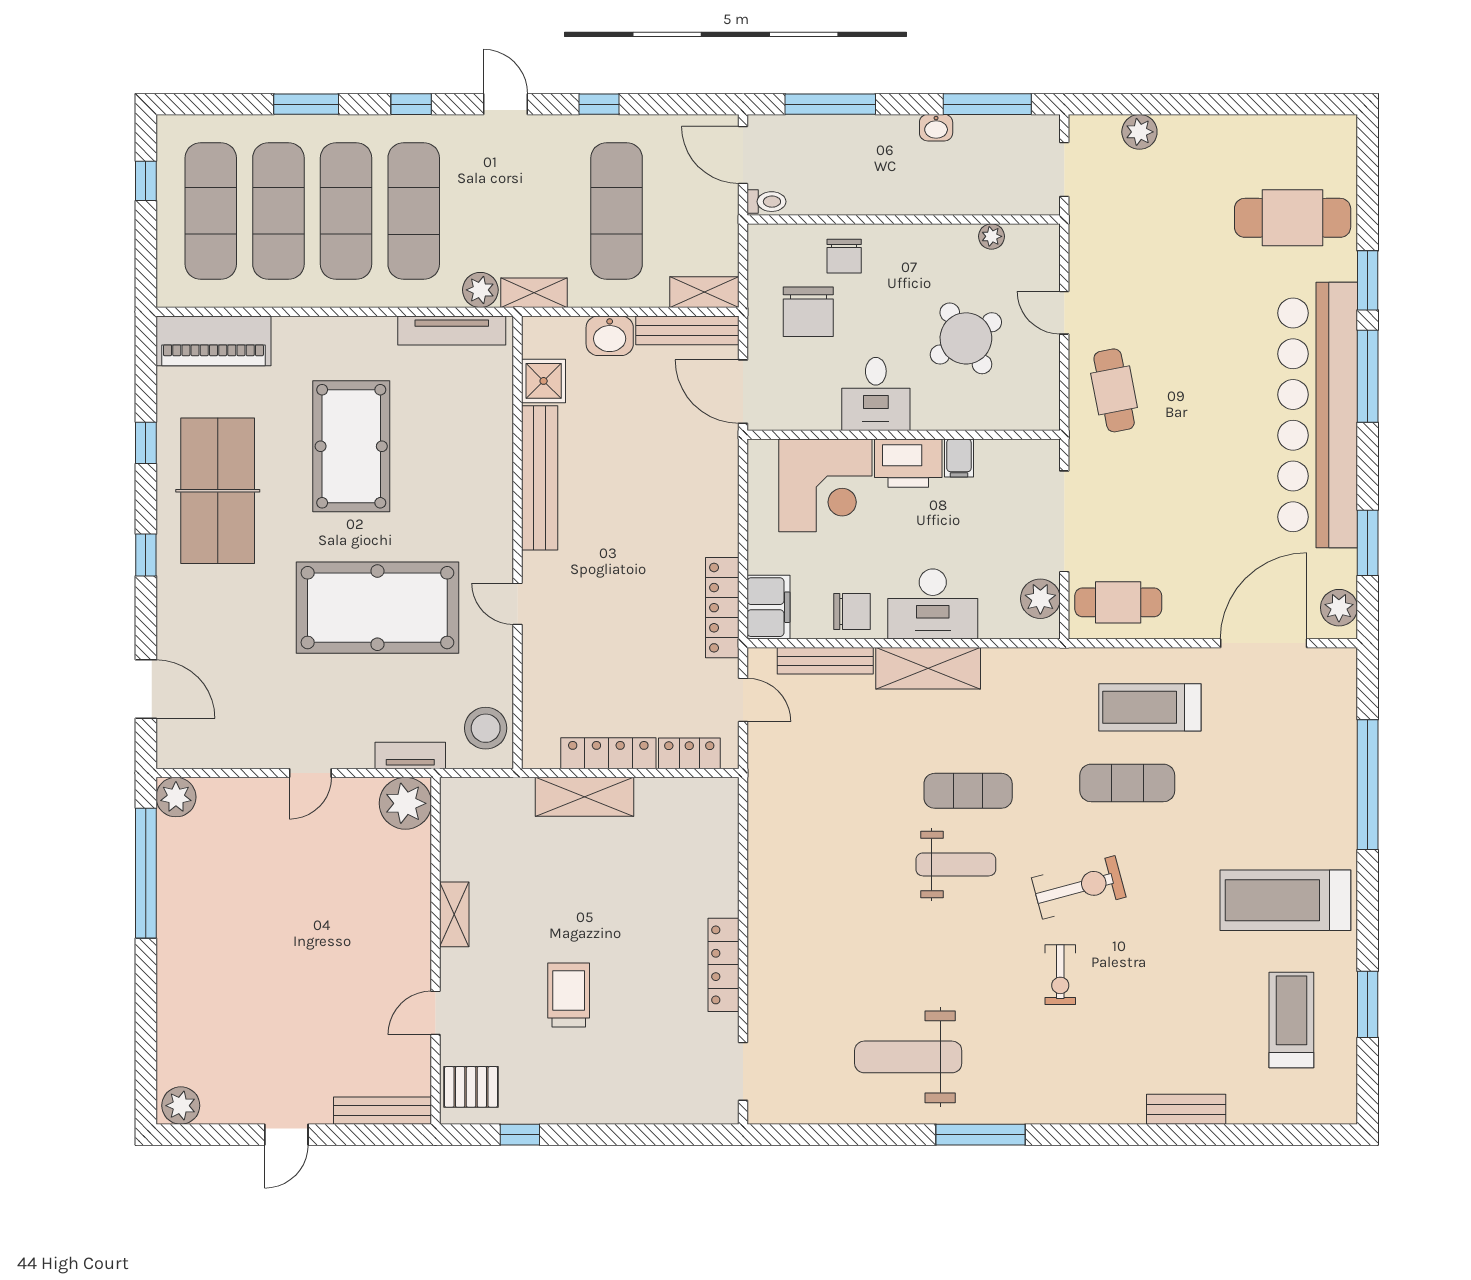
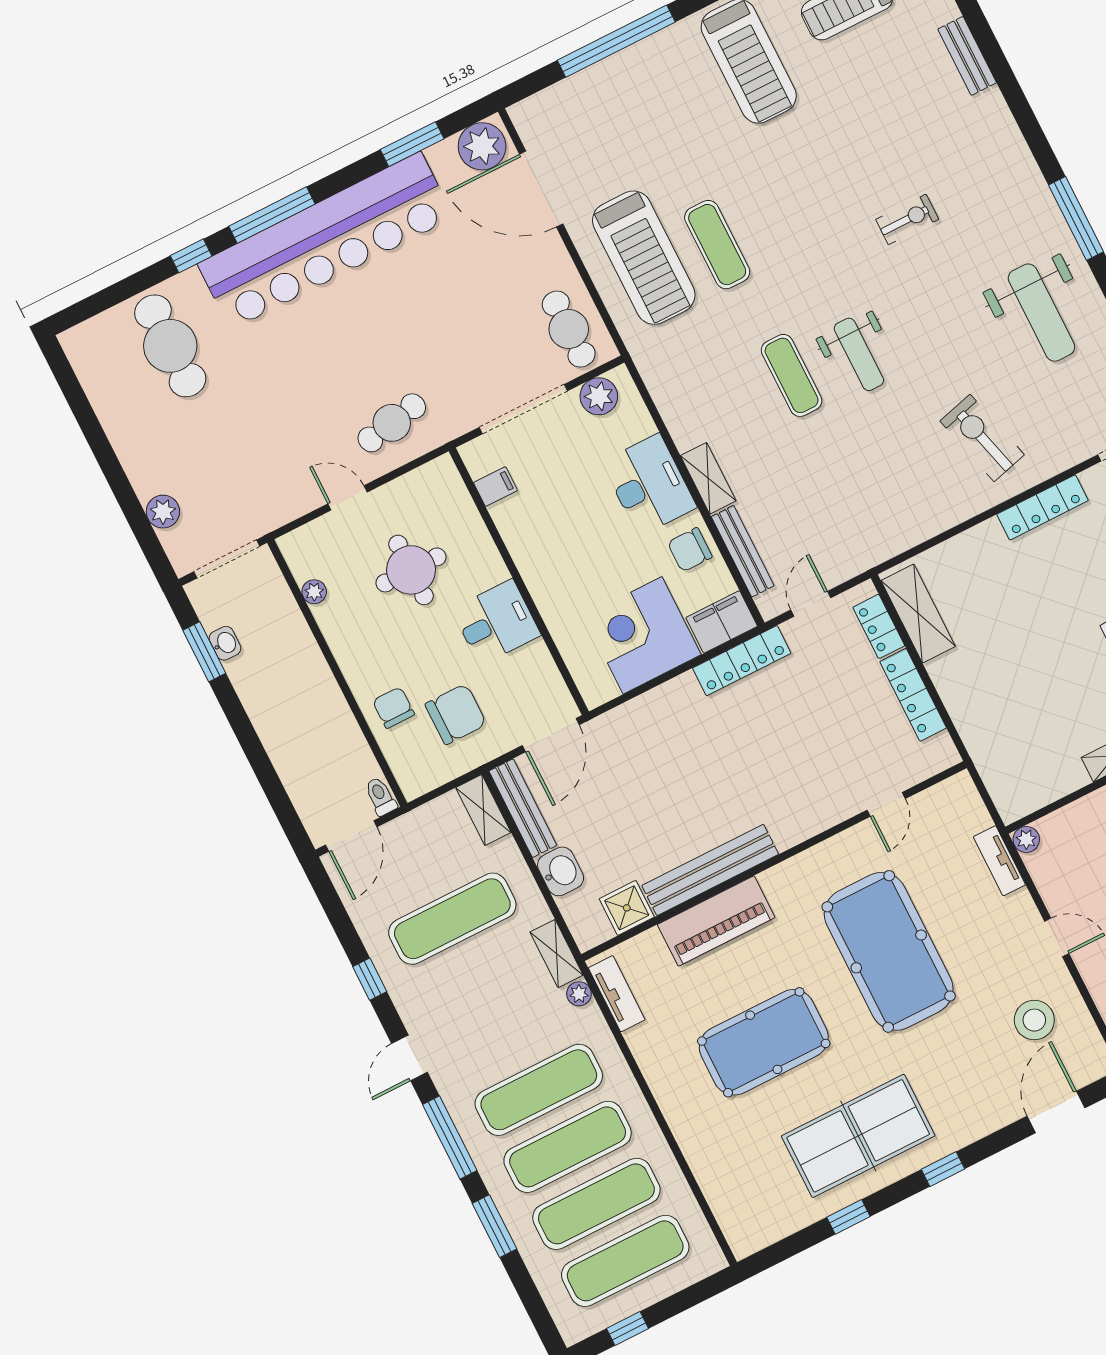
window: (411, 104) -> (450, 1137), width x2.17
window: (830, 104) -> (271, 784), removed
window: (987, 104) -> (204, 652), width x0.69
washbasin: (936, 128) -> (225, 643), moved
doorway: (1064, 170) -> (227, 559), width x1.38
chair: (844, 256) -> (393, 708), turned -90
window: (1368, 280) -> (191, 256), width x0.67
plant: (480, 290) -> (579, 994), width x0.73, depth x0.73
door: (1064, 313) -> (348, 498), swing flipped
tv unit: (452, 330) -> (617, 994), width x0.71
round table: (966, 338) -> (411, 570), turned 32
piano: (213, 341) -> (716, 921), moved, turned 90
filing cabinet: (959, 458) -> (495, 487), moved
printer: (908, 463) -> (541, 565), removed
corner desk: (825, 485) -> (643, 635), moved, turned -90
door: (518, 604) -> (886, 804), moved
plant: (1339, 608) -> (482, 146), width x1.36, depth x1.36
chair: (852, 611) -> (690, 550), turned -90
shelving: (928, 668) -> (708, 478), width x0.67, depth x0.75
treadmill: (1150, 707) -> (644, 258), width x1.37, depth x1.38
stool: (486, 728) -> (1034, 1020), moved
shelving: (585, 797) -> (918, 613), moved
plant: (405, 803) -> (1026, 839), width x0.53, depth x0.53
weight bench: (956, 864) -> (859, 354), turned 180
exercise bike: (1079, 887) -> (982, 438), moved

